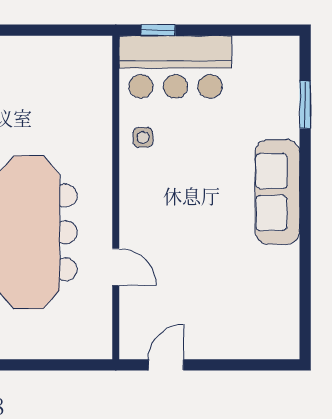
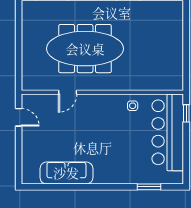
bar counter: (175, 67) -> (168, 132), width x1.36
sofa: (277, 192) -> (66, 173), moved

